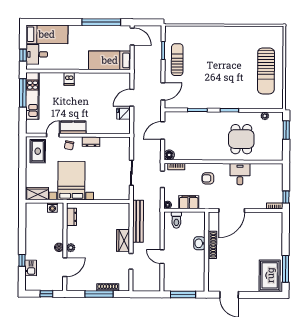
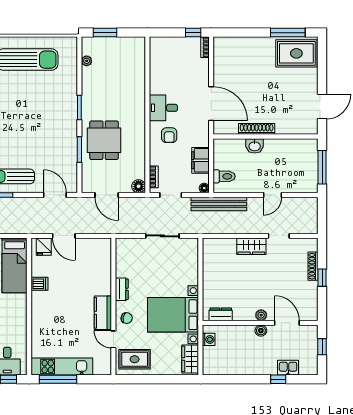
dishwasher: (69, 79) -> (39, 284), moved
fridge: (124, 114) -> (44, 247), moved
dining table: (241, 139) -> (104, 140), moved, turned 90
desk: (240, 174) -> (163, 108), moved
bench: (138, 221) -> (219, 204), moved
window: (99, 294) -> (322, 278), width x0.46

